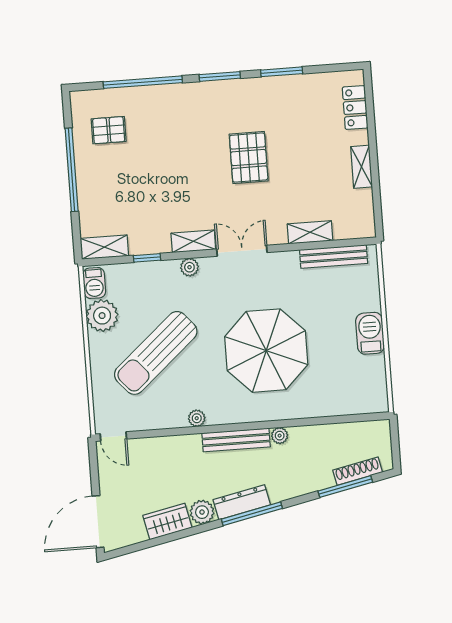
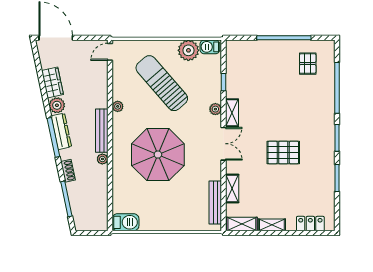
shelving: (104, 247) -> (242, 224), moved, turned 90
barbecue: (370, 333) -> (125, 222), moved
shoe rack: (358, 471) -> (68, 171), moved, width x0.70

